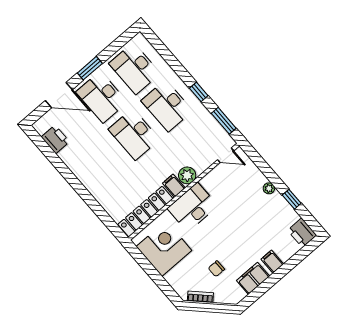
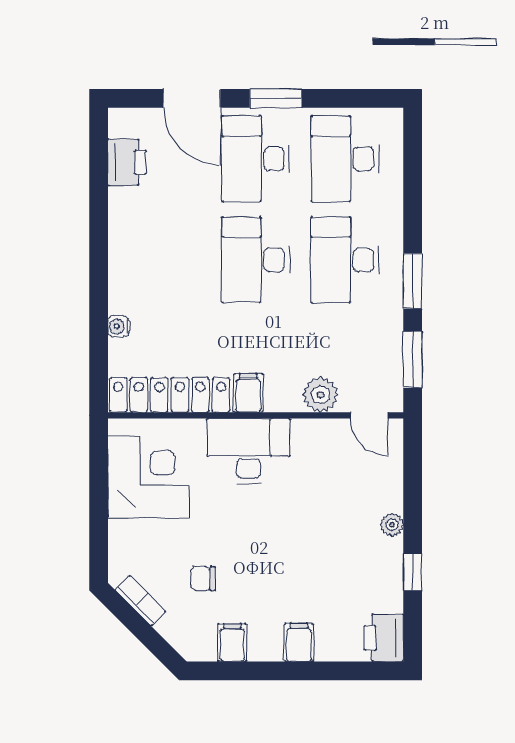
window: (199, 92) -> (413, 281), width x1.50
plant: (187, 175) -> (320, 395), moved
water cooler: (105, 203) -> (119, 326), added
filing cabinet: (253, 278) -> (232, 643), width x0.50

